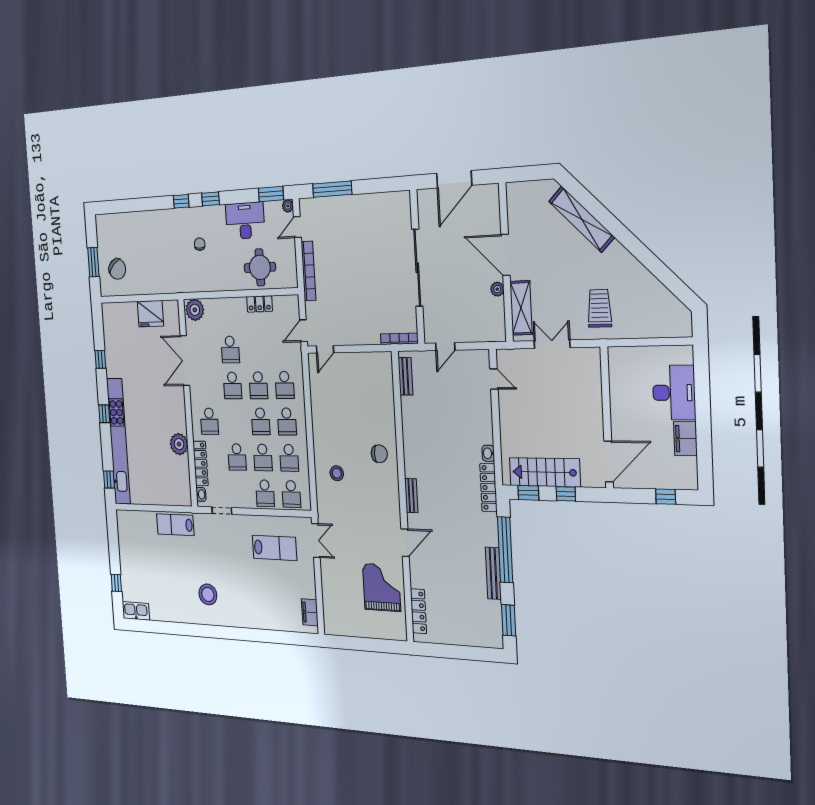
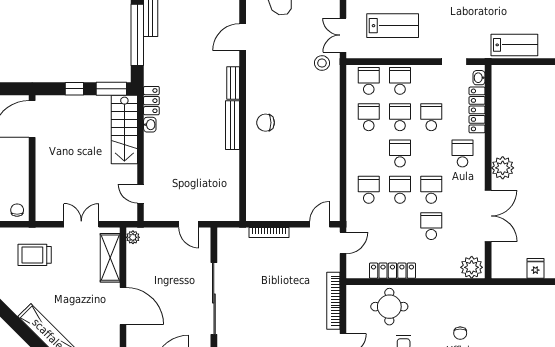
plant: (497, 289) -> (133, 237), moved
locker: (260, 304) -> (392, 271), width x1.53
trolley: (600, 308) -> (35, 255), turned 90
fridge: (150, 314) -> (535, 268), width x0.53, depth x0.75
bookcase: (399, 339) -> (269, 233), moved
double door: (552, 344) -> (81, 224), swing flipped
door: (445, 347) -> (189, 224), swing flipped
chair: (620, 359) -> (17, 210), added
bench: (405, 376) -> (233, 125), moved, width x1.36
school desk: (287, 422) -> (369, 153), removed
plant: (179, 444) -> (503, 168), moved
stairs: (545, 472) -> (124, 129), moved, turned 90
stool: (337, 473) -> (322, 63), moved
locker: (488, 488) -> (151, 101), width x0.66
window: (528, 493) -> (111, 89), width x1.50
lab bench: (274, 548) -> (393, 26), turned 180

